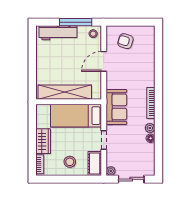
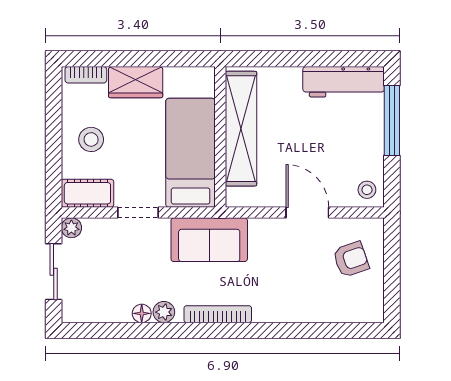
window: (76, 22) -> (392, 121), moved
workbench: (58, 33) -> (344, 82), moved, turned -90
armchair: (125, 41) -> (351, 259), turned 54

